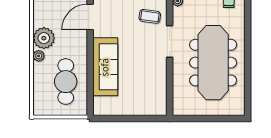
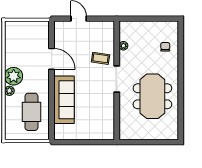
door: (90, 17) -> (52, 59), swing flipped
meeting table: (213, 63) -> (152, 96), width x0.73

